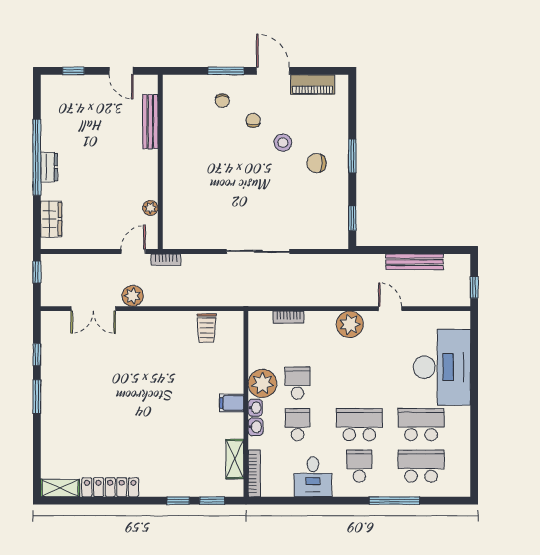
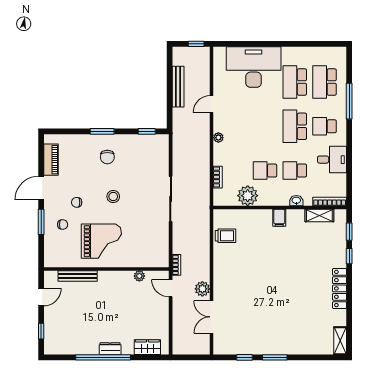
stool: (283, 143) -> (113, 197), moved
grand piano: (199, 155) -> (101, 241), added
window: (37, 272) -> (185, 357), removed
double door: (93, 309) -> (212, 317), swing flipped
plant: (350, 324) -> (218, 138), width x0.53, depth x0.53
plant: (262, 383) -> (248, 196), moved
washbasin: (255, 408) -> (283, 201), removed
locker: (110, 487) -> (340, 288), moved

